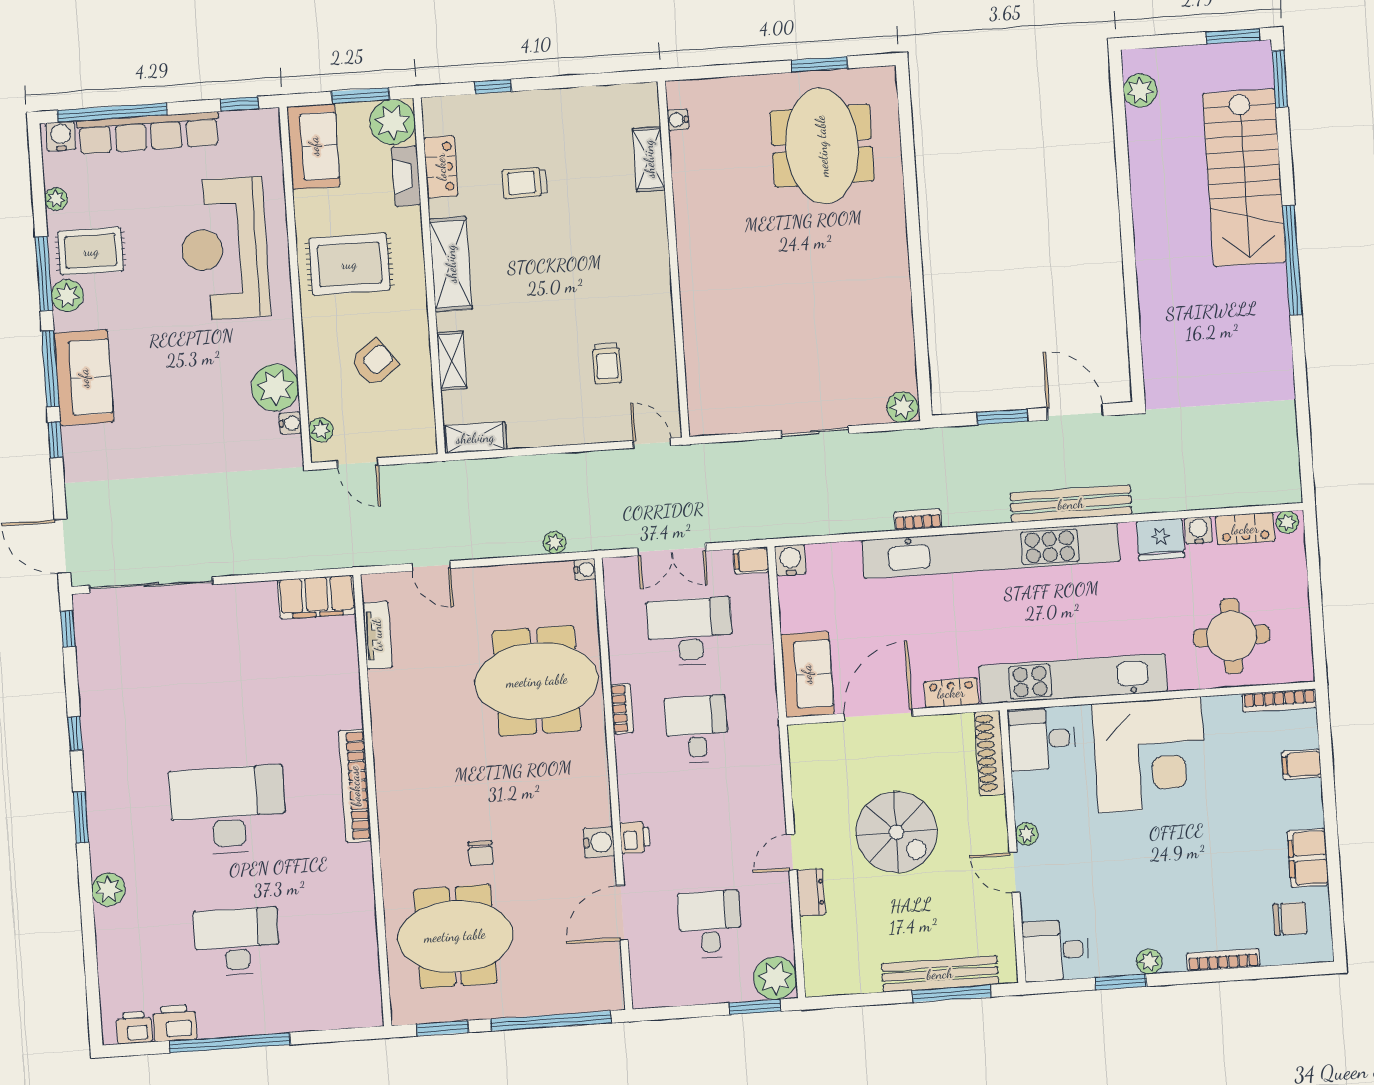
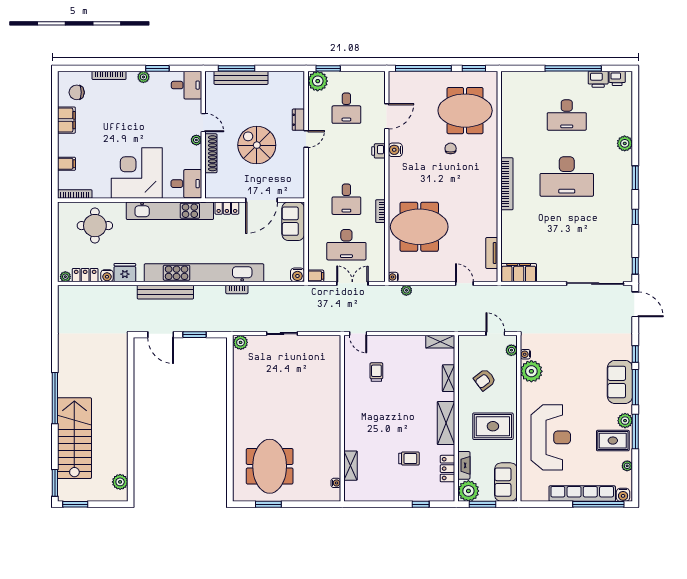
window: (239, 104) -> (539, 504), removed
shoe rack: (990, 753) -> (211, 153), moved

